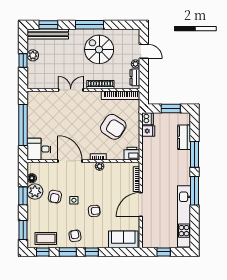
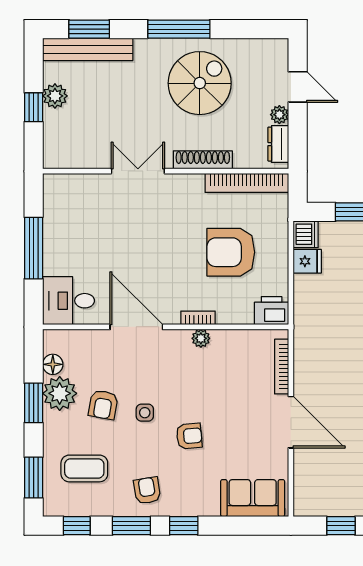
spiral stairs: (99, 49) -> (200, 83), turned 90
window: (23, 125) -> (34, 248), width x0.68
armchair: (113, 127) -> (231, 252), turned 147
door: (141, 205) -> (291, 422), swing flipped
coffee table: (46, 238) -> (84, 468), moved

